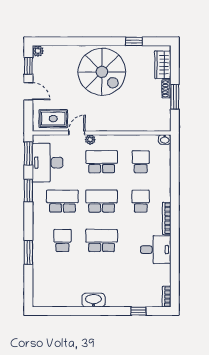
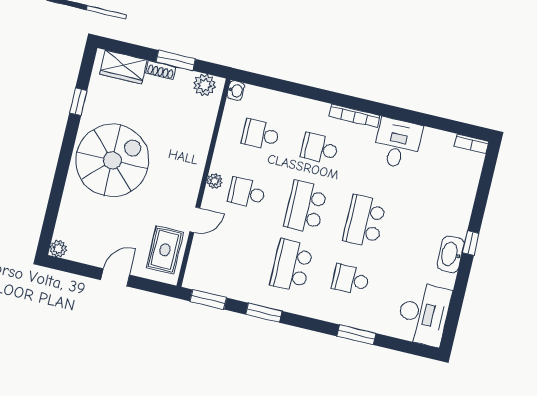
window: (28, 66) -> (77, 268), removed
plant: (164, 119) -> (204, 85), added
door: (77, 133) -> (195, 220), swing flipped
plant: (90, 140) -> (214, 181), moved
school desk: (102, 162) -> (247, 193), width x0.54
desk: (48, 163) -> (424, 314), moved, turned -90
window: (139, 311) -> (471, 243), moved

